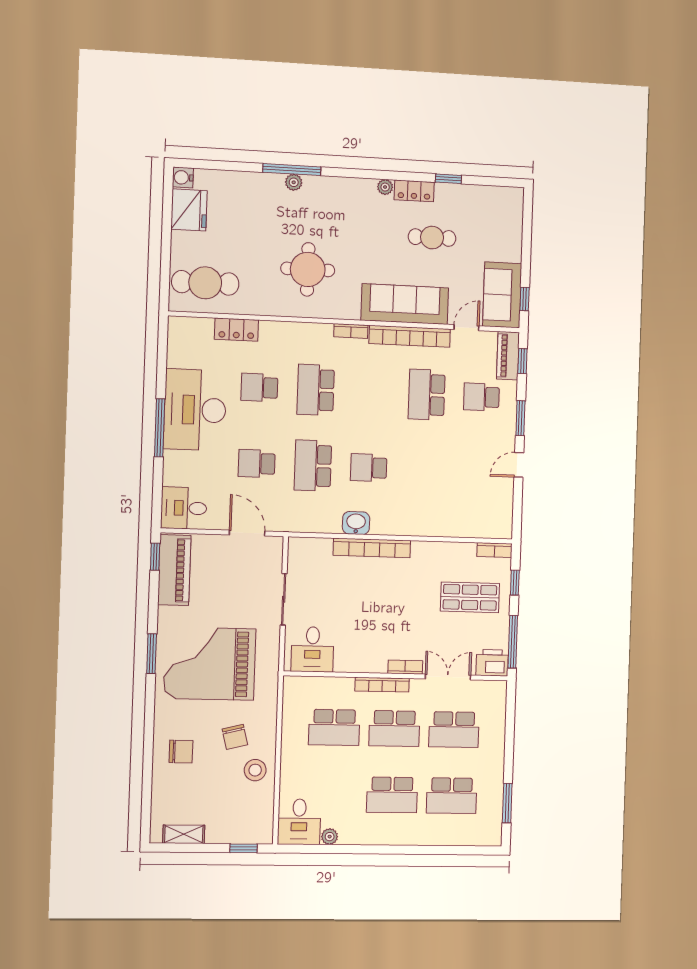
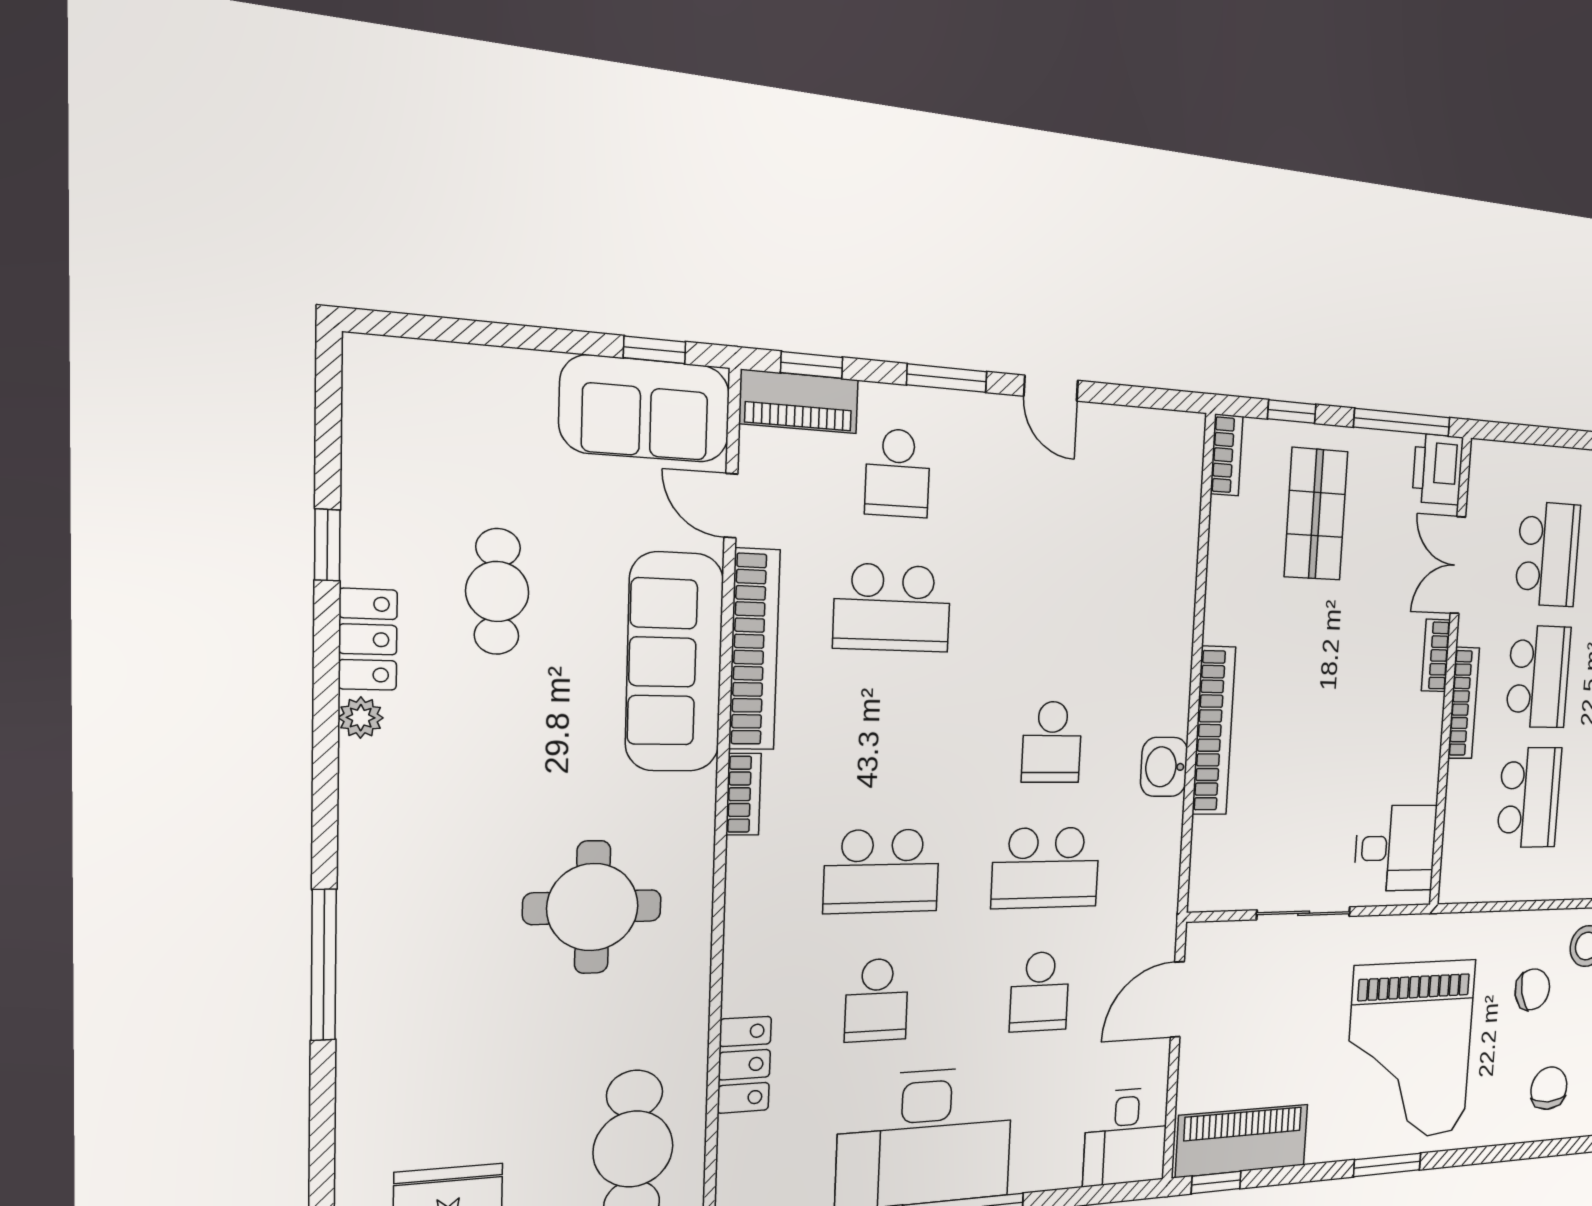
plant: (294, 182) -> (360, 958), removed

